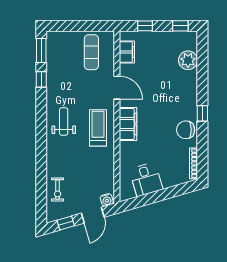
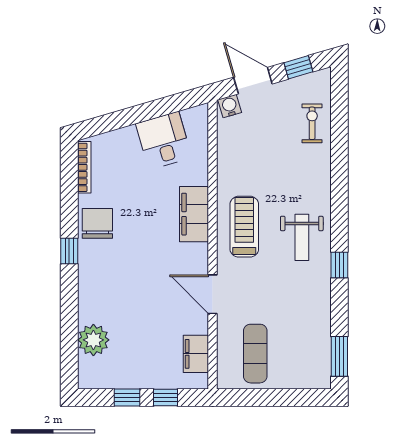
window: (180, 26) -> (127, 398), moved
window: (41, 79) -> (339, 265), moved
filing cabinet: (128, 124) -> (194, 214), moved
treadmill: (98, 128) -> (244, 227), turned 180
chair: (186, 130) -> (97, 223), turned -90
door: (93, 215) -> (253, 81), hinge flipped

